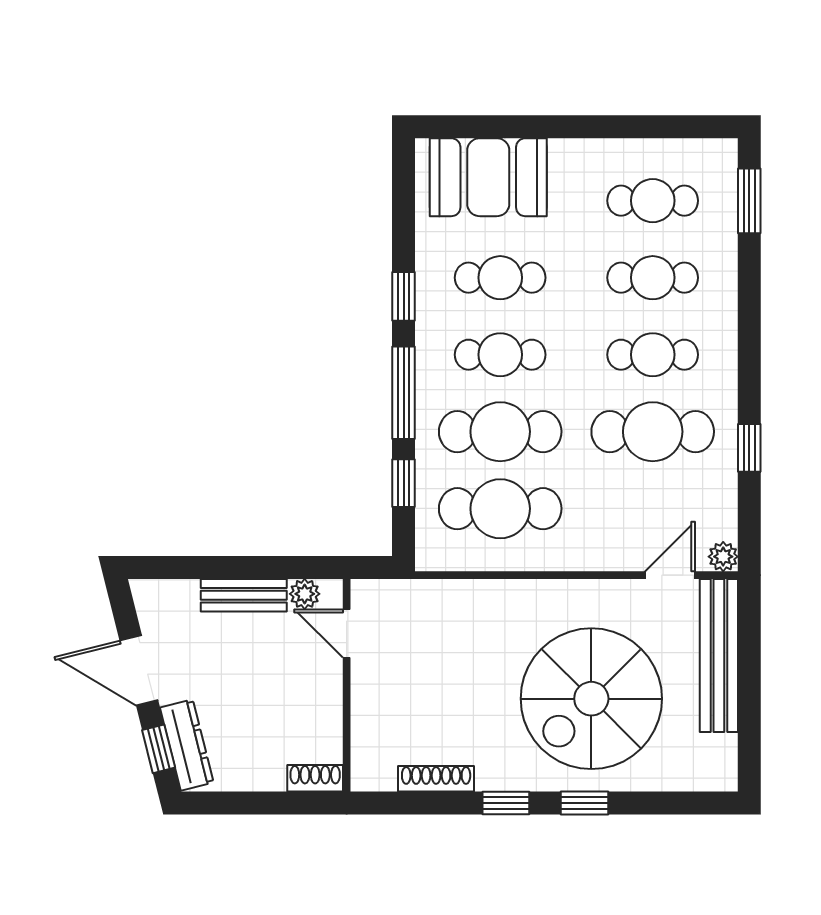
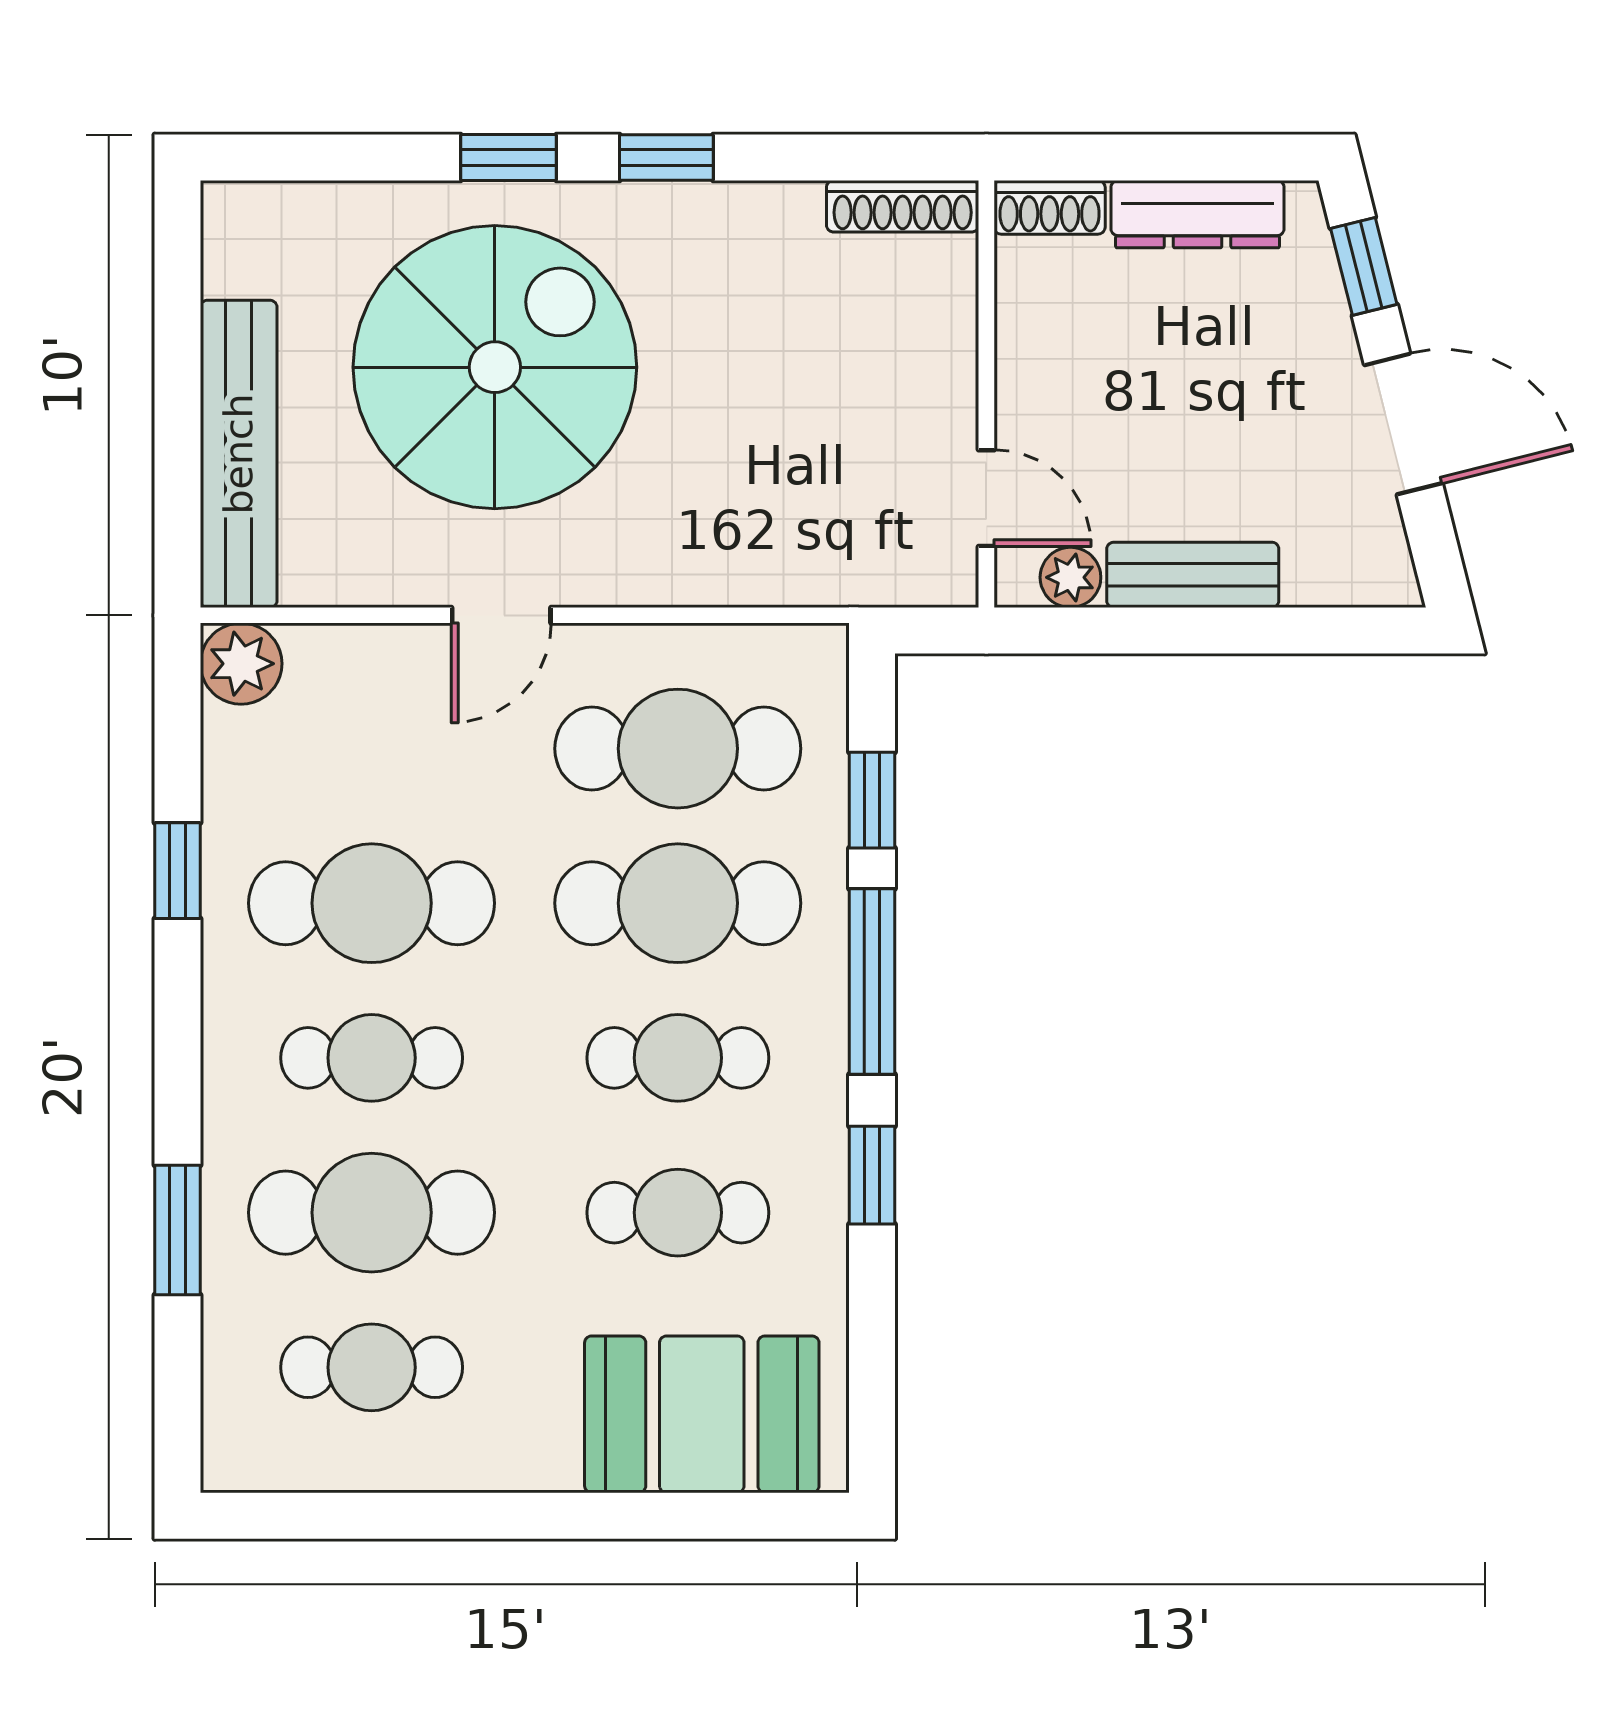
window: (749, 201) -> (177, 1230), moved
cafe table: (653, 278) -> (372, 1213), width x1.37, depth x1.35
plant: (723, 557) -> (241, 664), width x1.38, depth x1.38
door: (670, 575) -> (501, 615), moved
dresser: (187, 745) -> (1198, 214), moved, turned -76
shoe rack: (436, 779) -> (903, 206), moved

